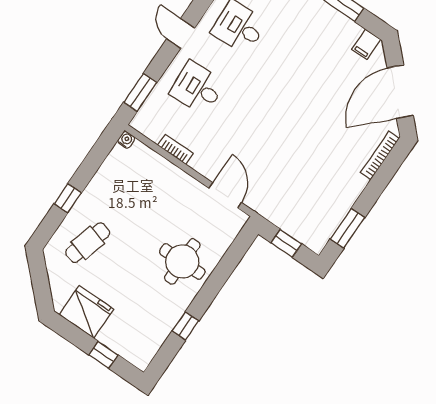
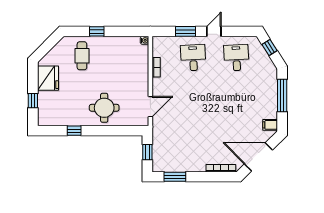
window: (140, 92) -> (185, 31), moved
cafe table: (88, 243) -> (82, 56), turned 74

